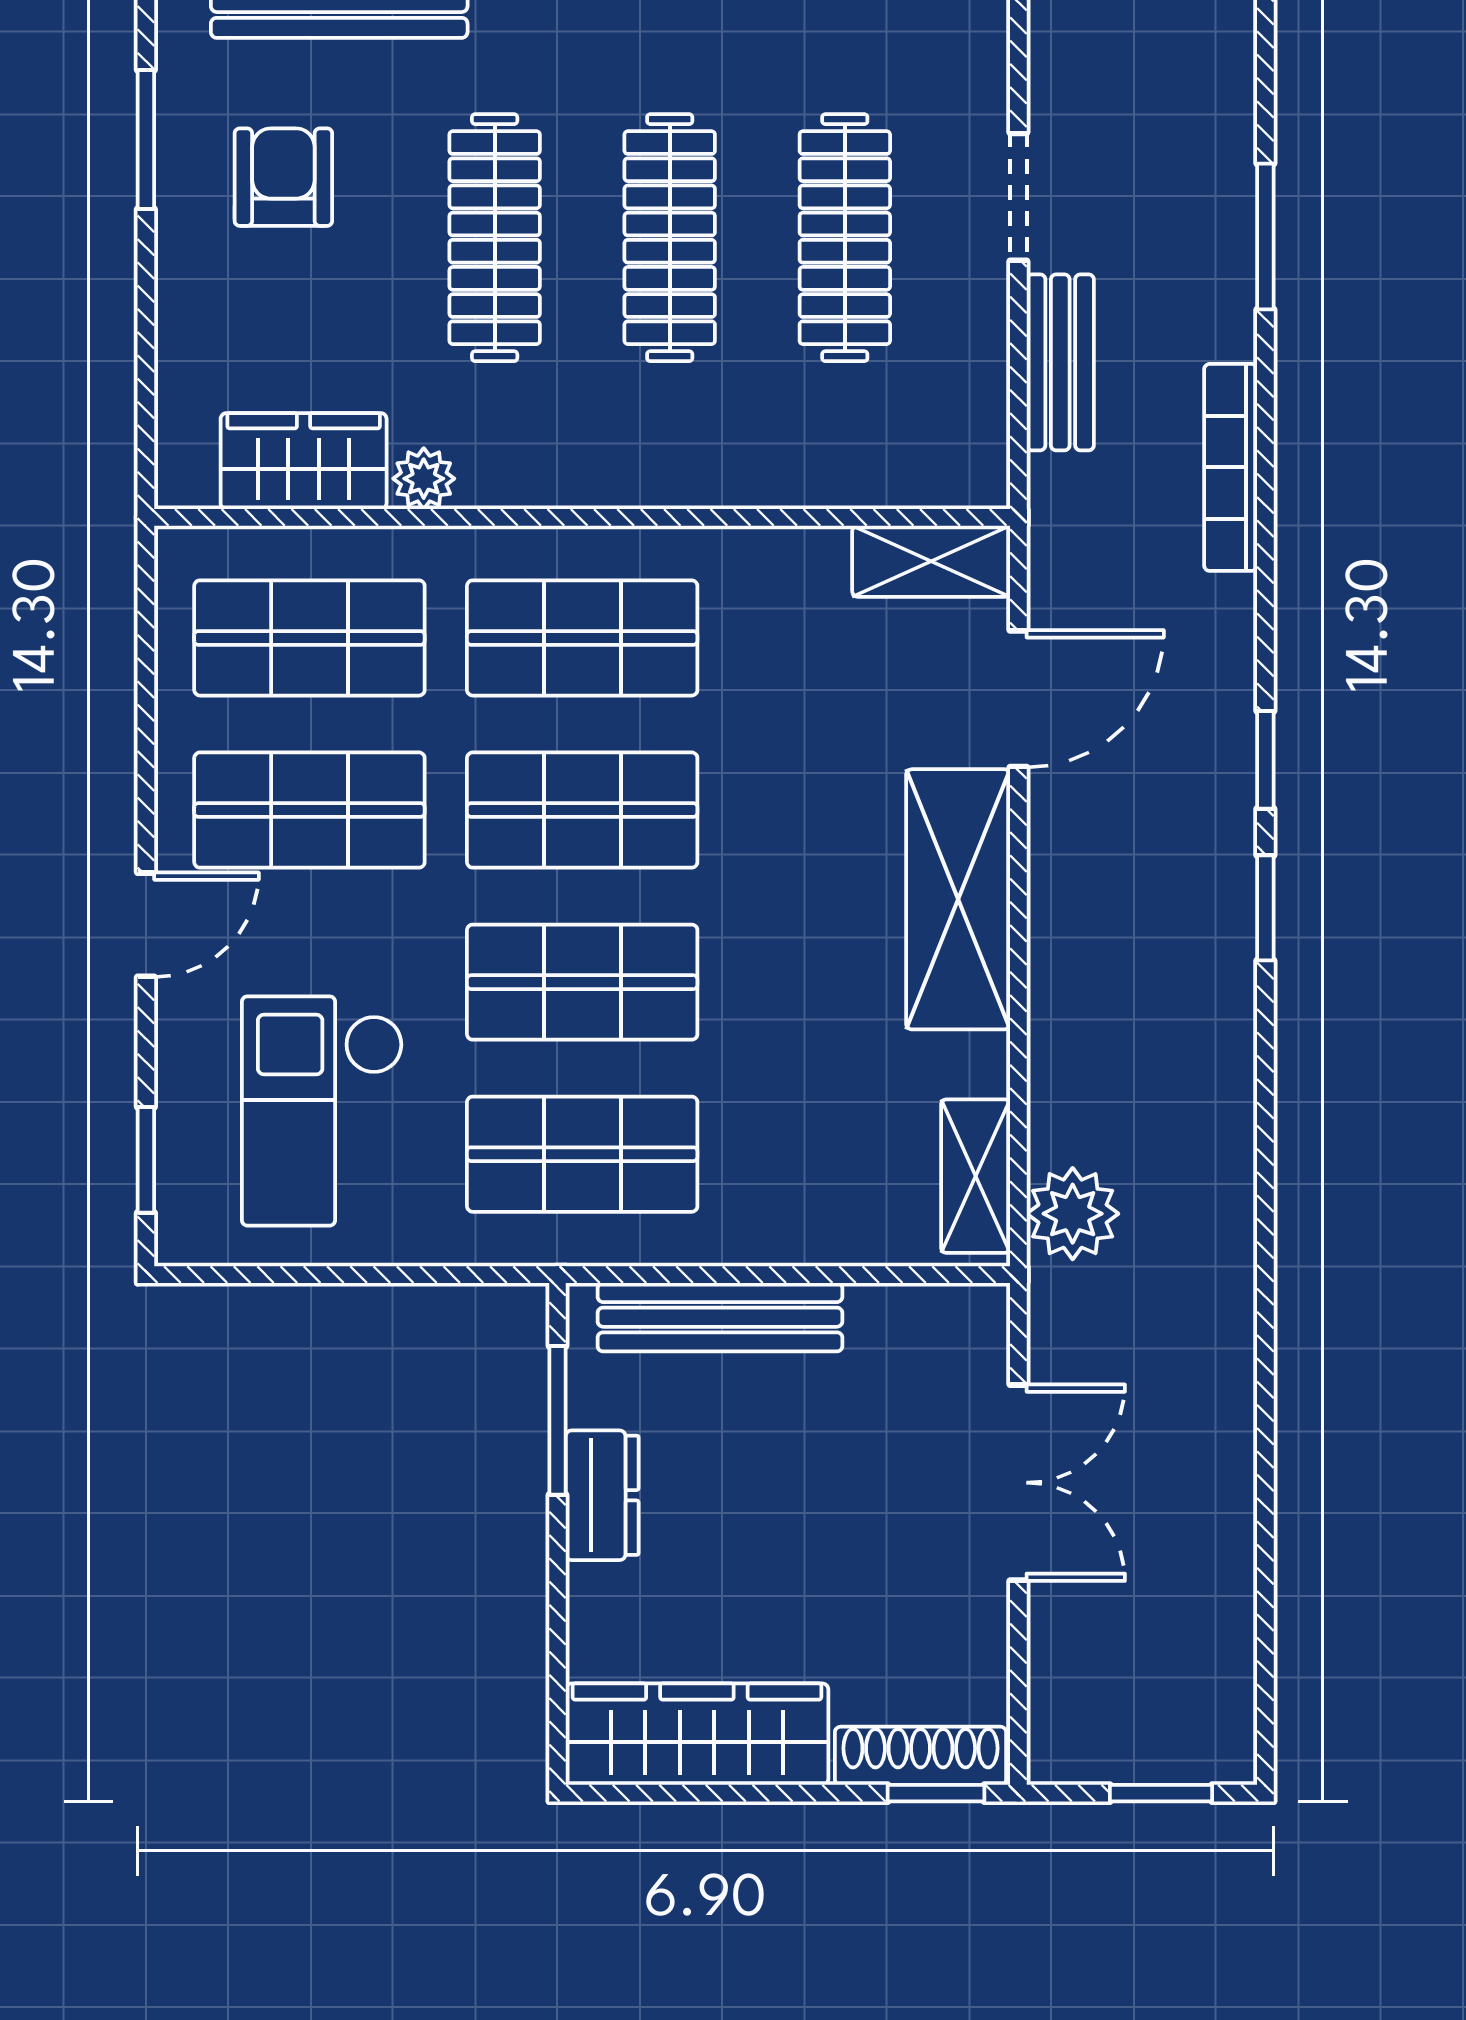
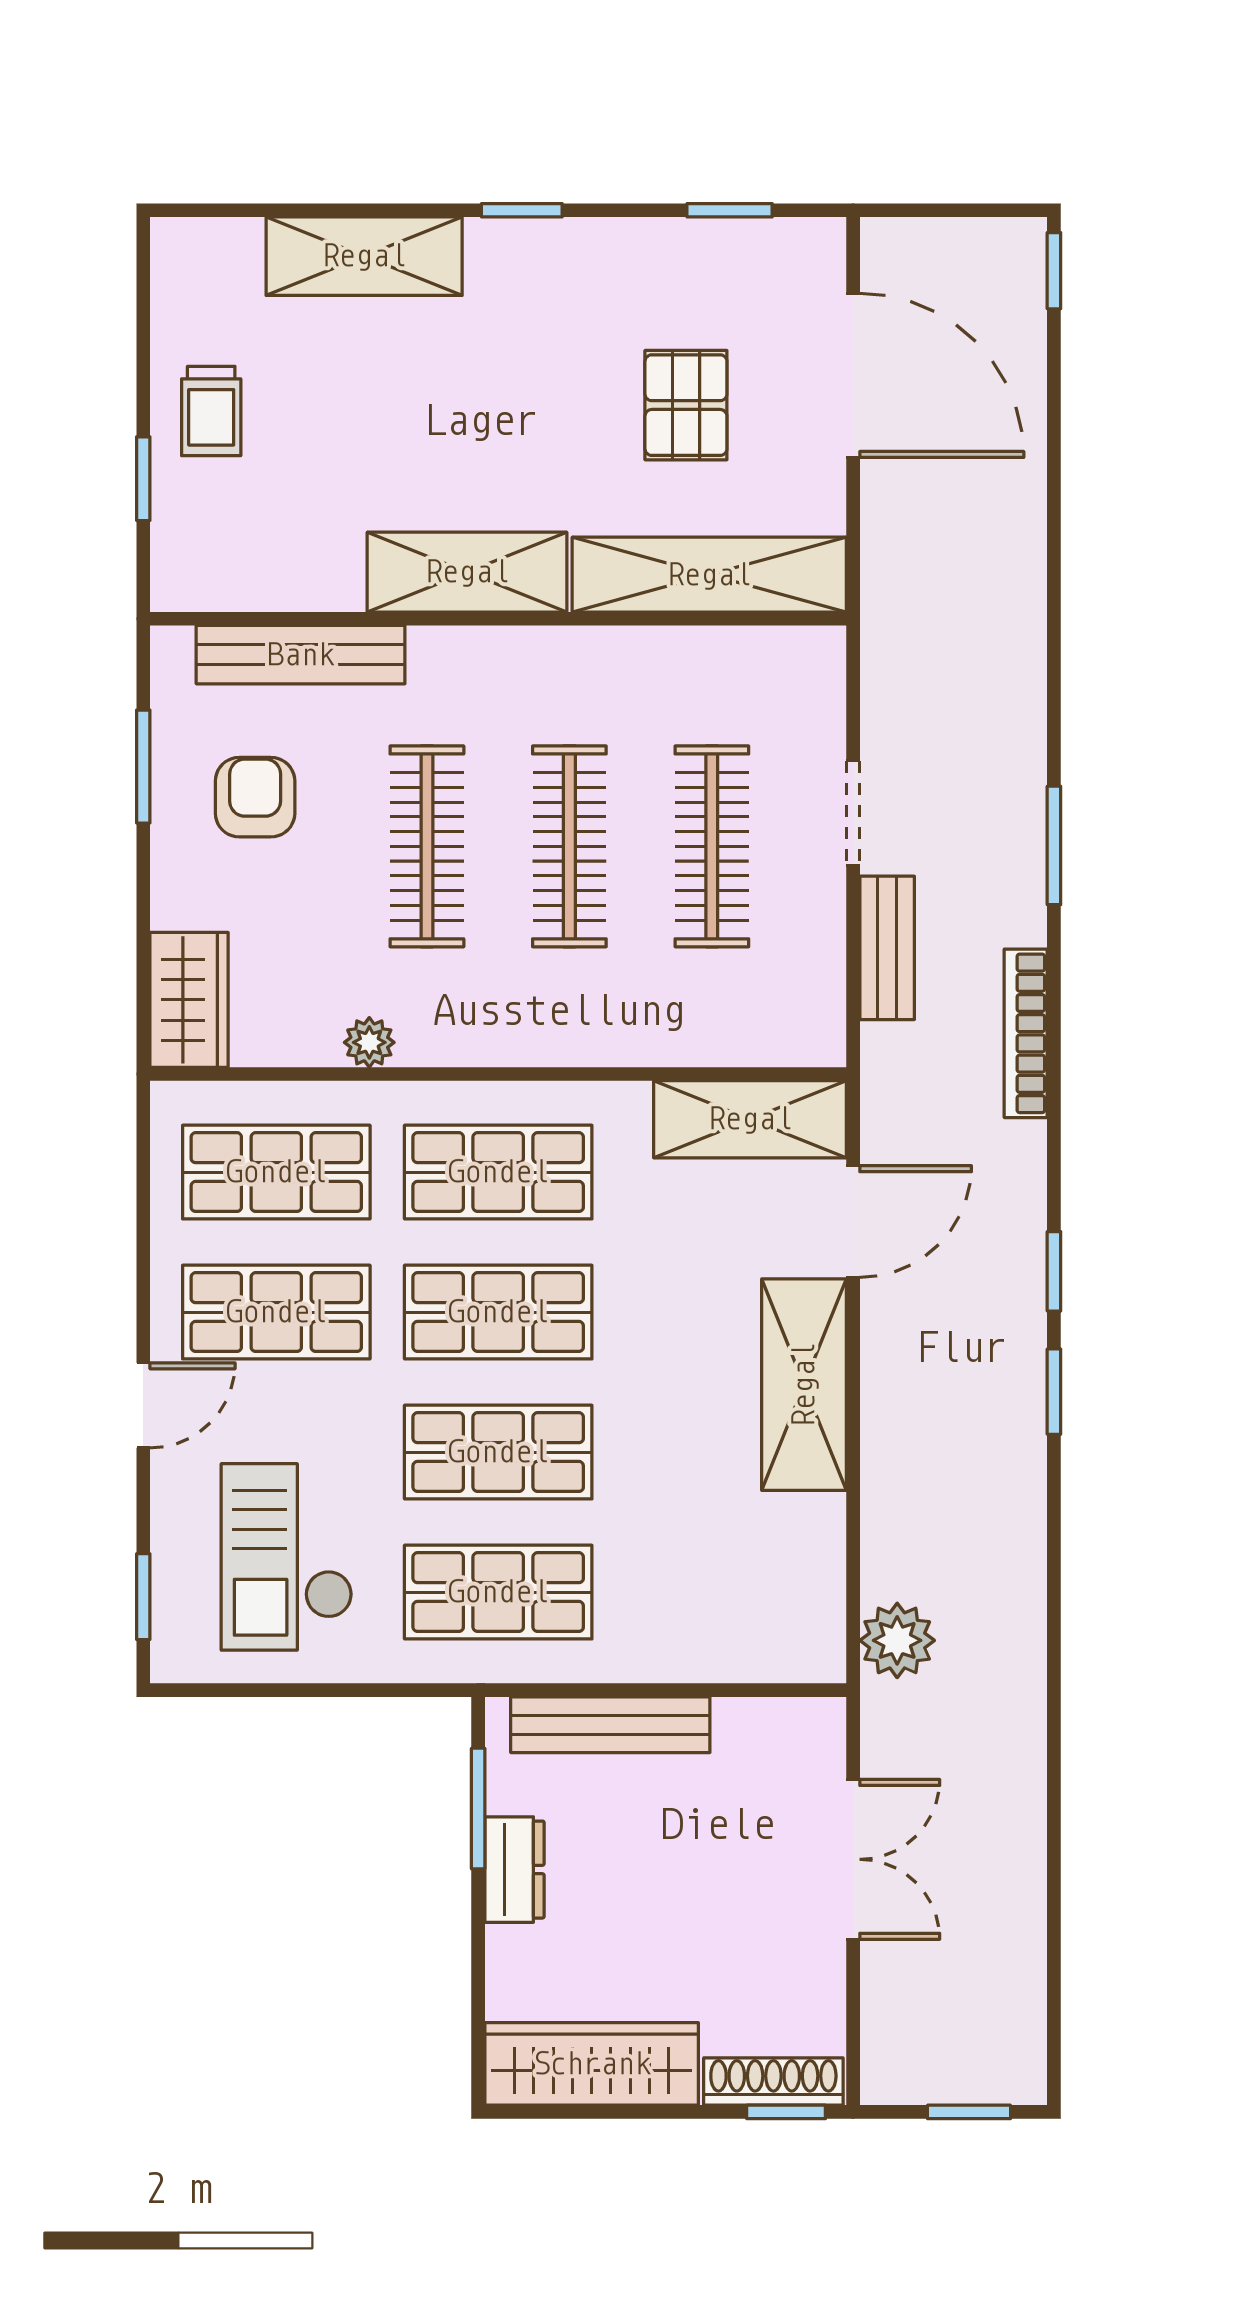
wardrobe: (304, 461) -> (189, 1000), moved, turned 90
shelving: (931, 561) -> (750, 1119), width x1.50, depth x1.33
shelving: (976, 1176) -> (818, 1610), removed

